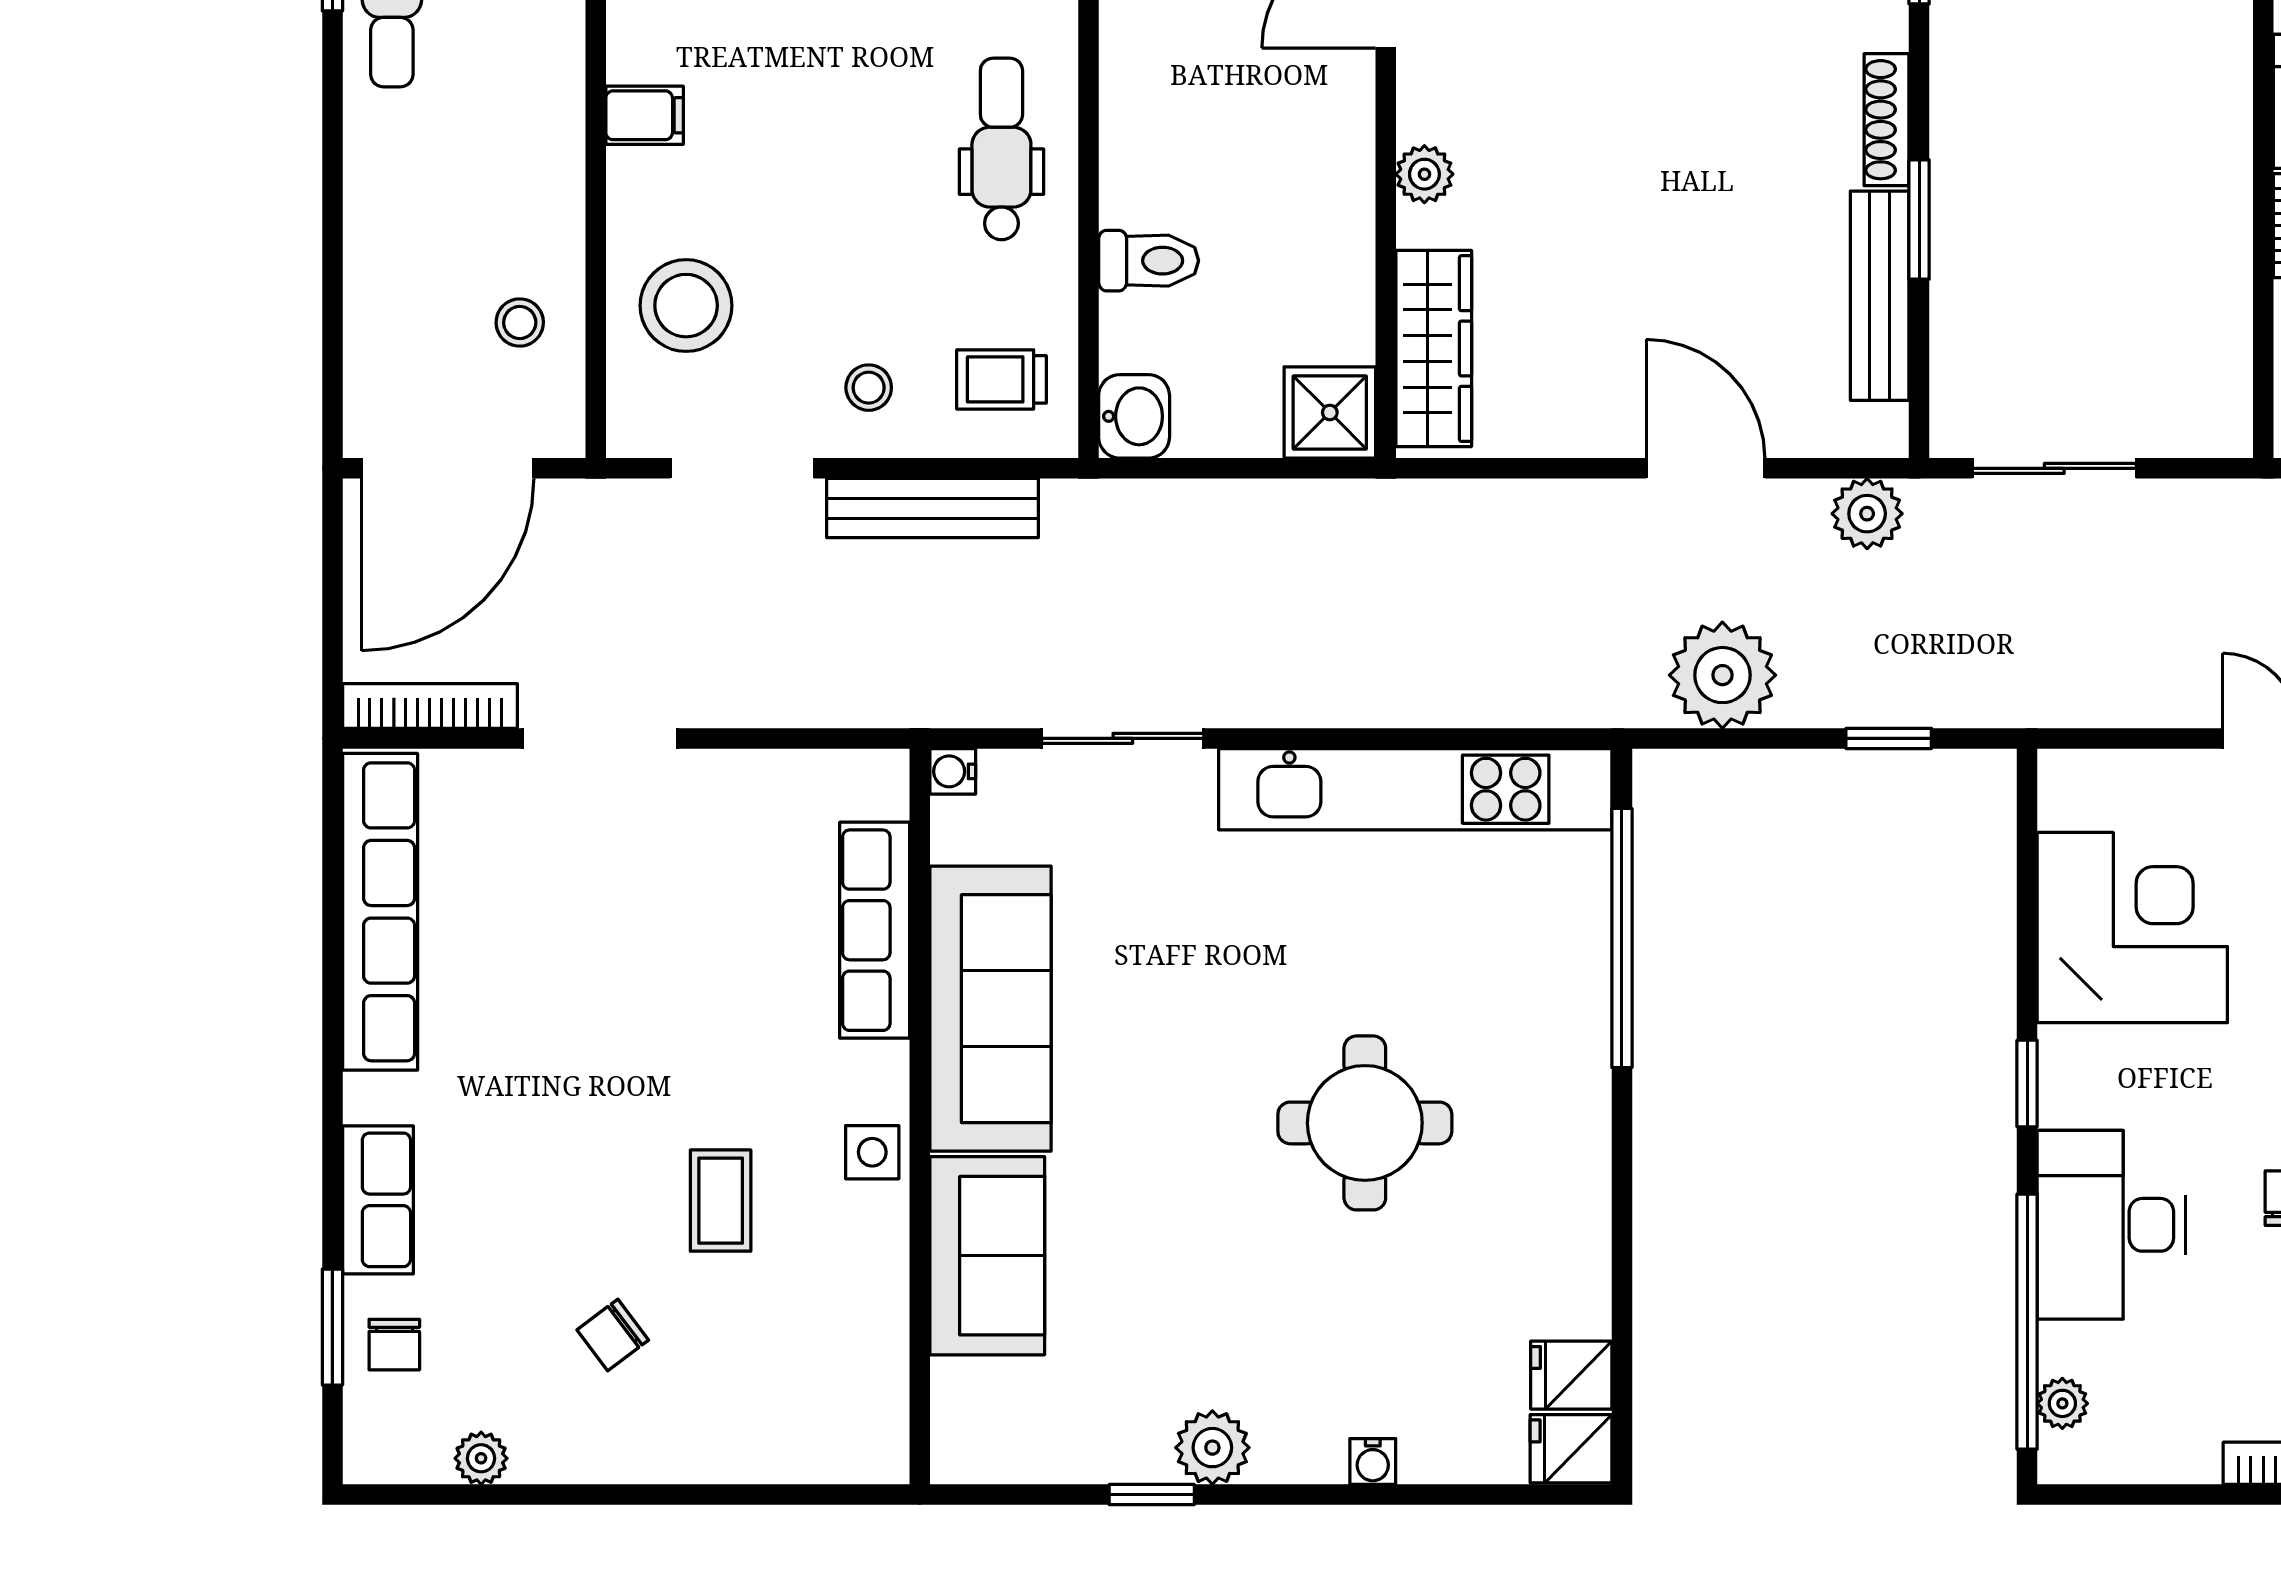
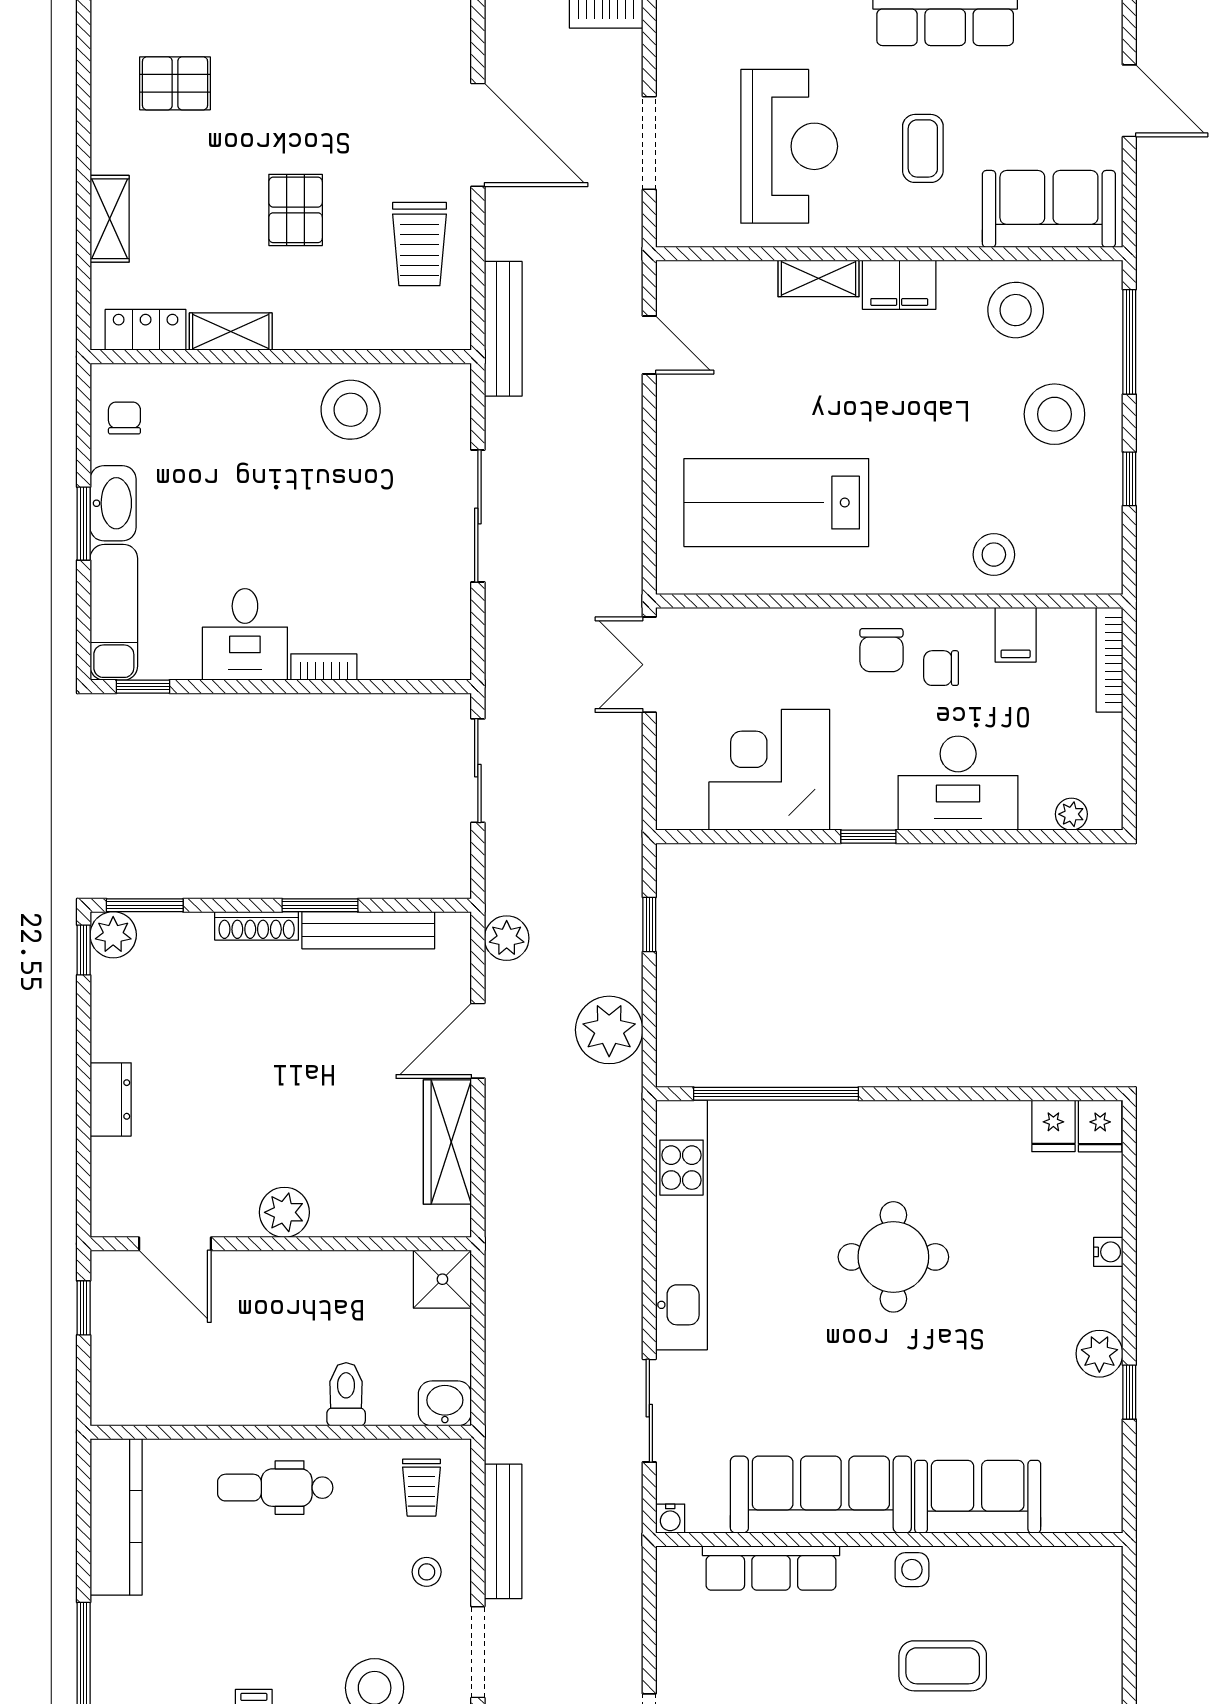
plant: (1424, 174) -> (284, 1212), width x1.38, depth x1.38
wardrobe: (1434, 349) -> (447, 1142), moved, turned -90
sliding door: (2054, 468) -> (478, 771), moved
coffee table: (721, 1201) -> (943, 1666), width x1.36, depth x1.30
window: (2027, 1322) -> (1019, 837), removed

